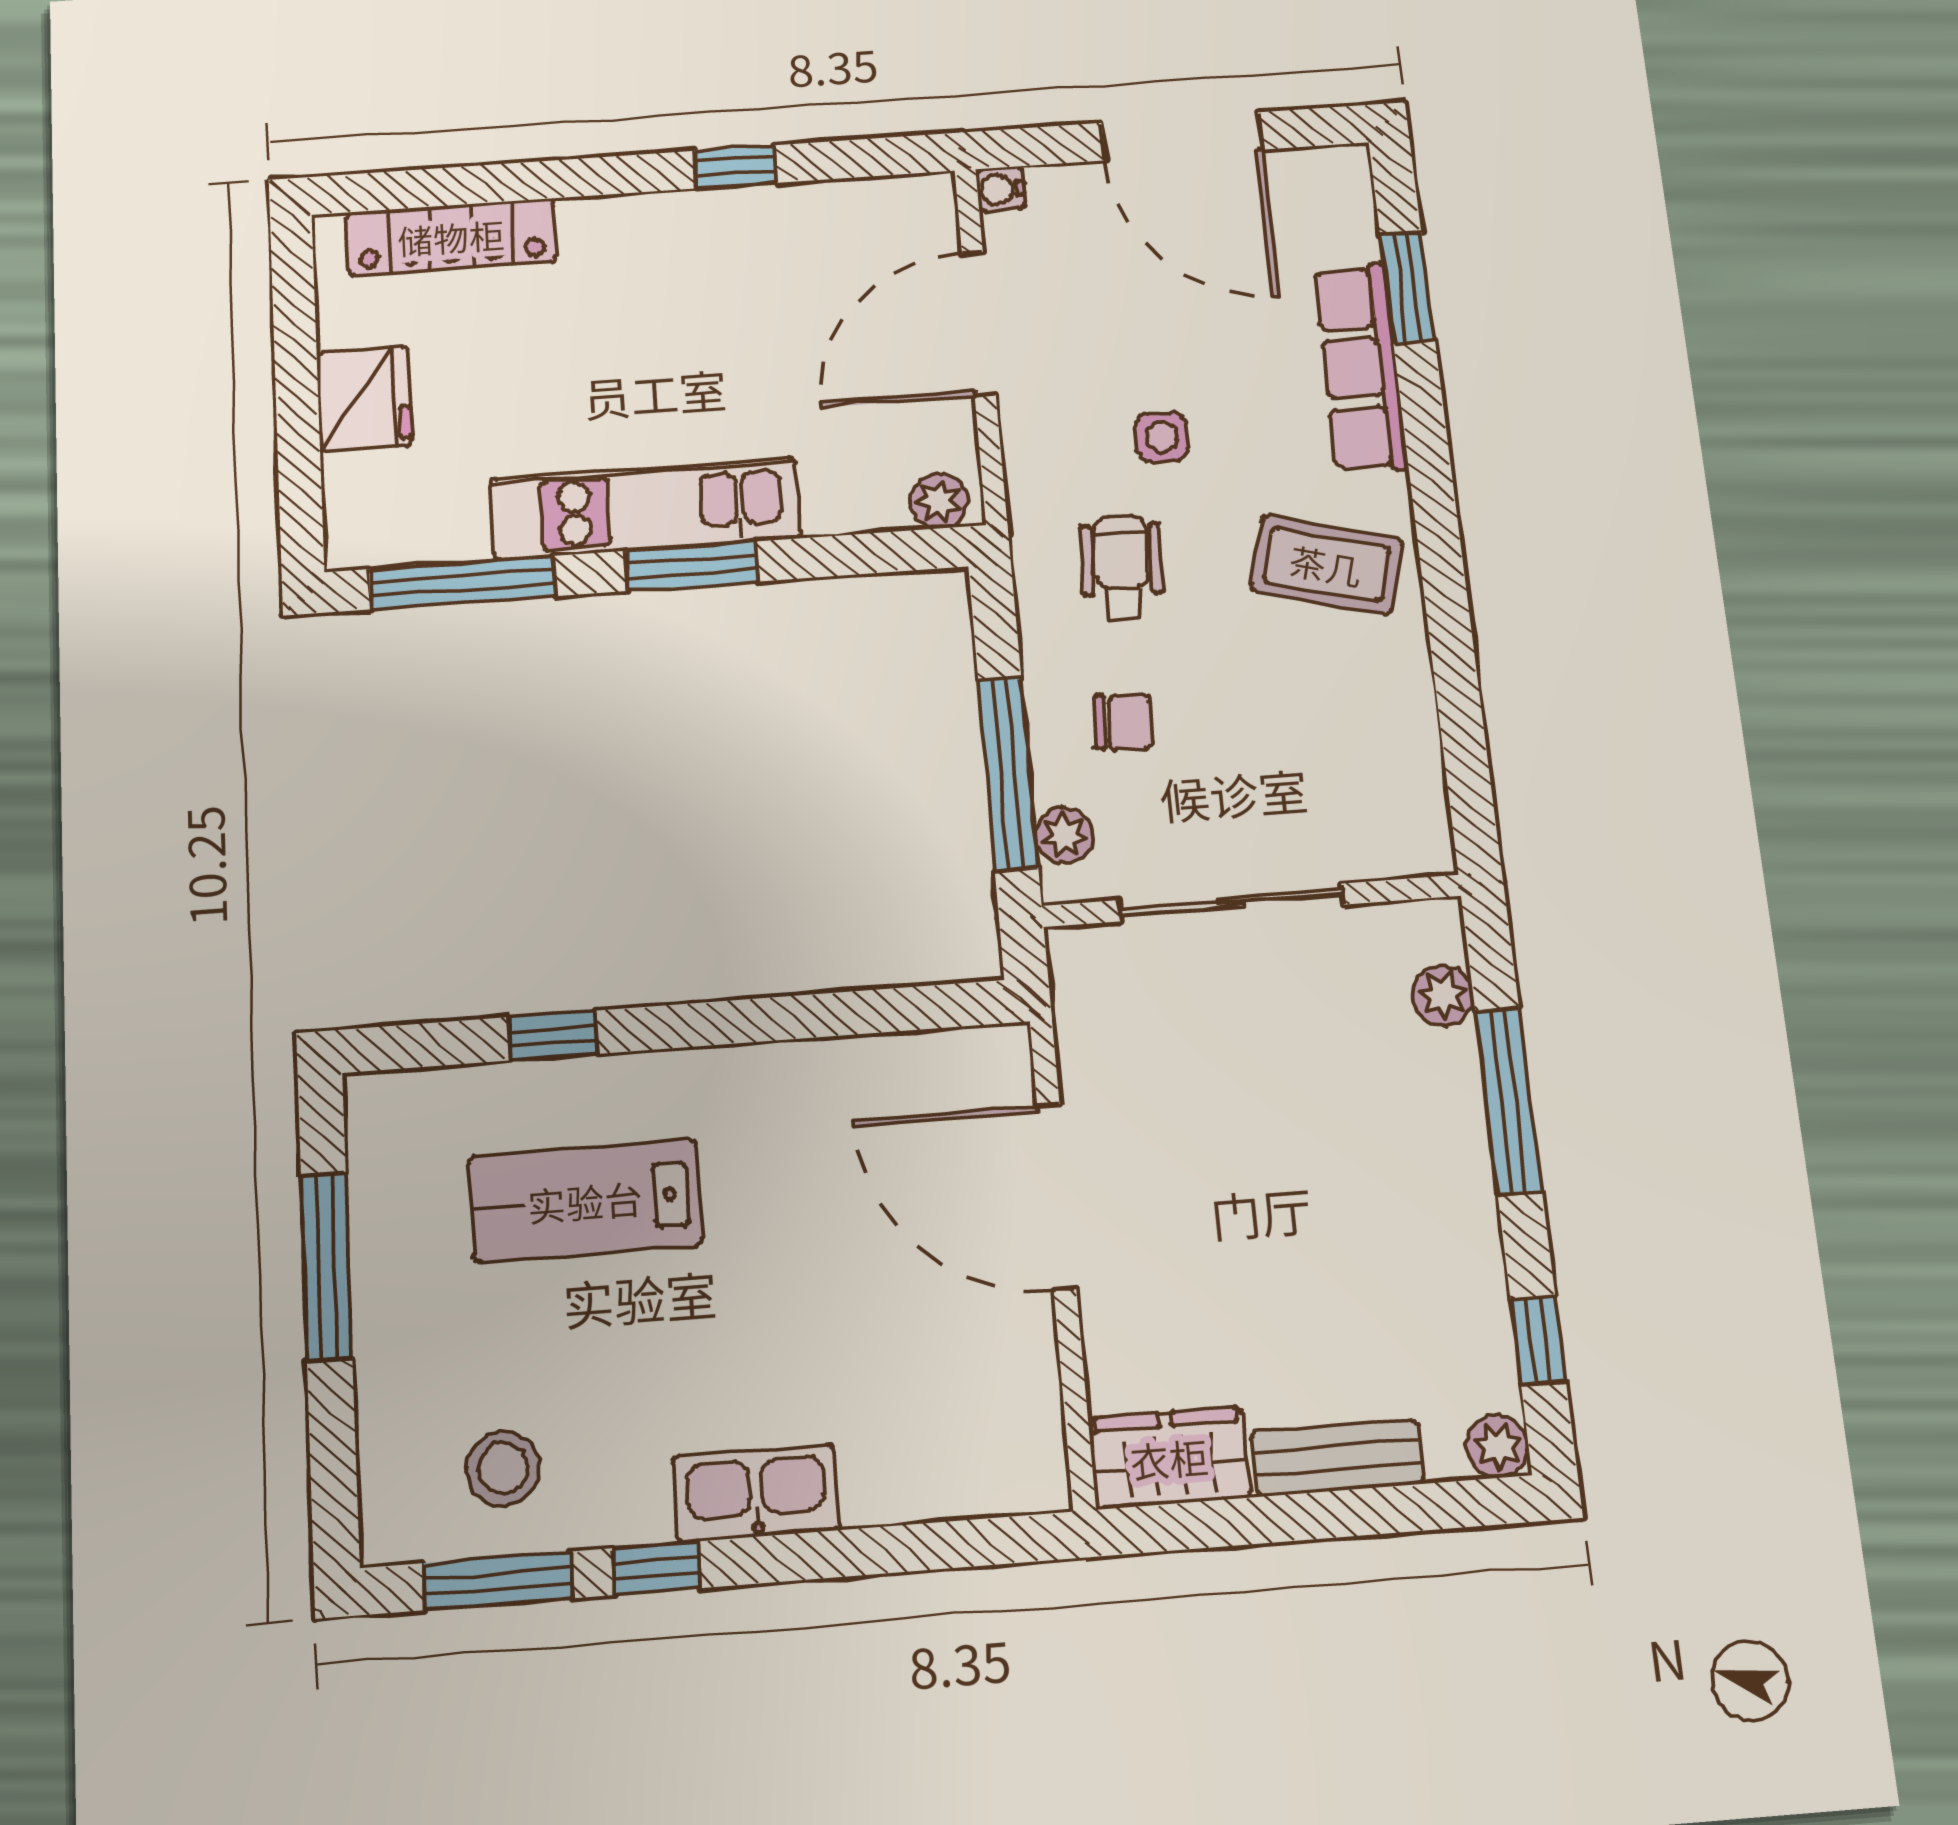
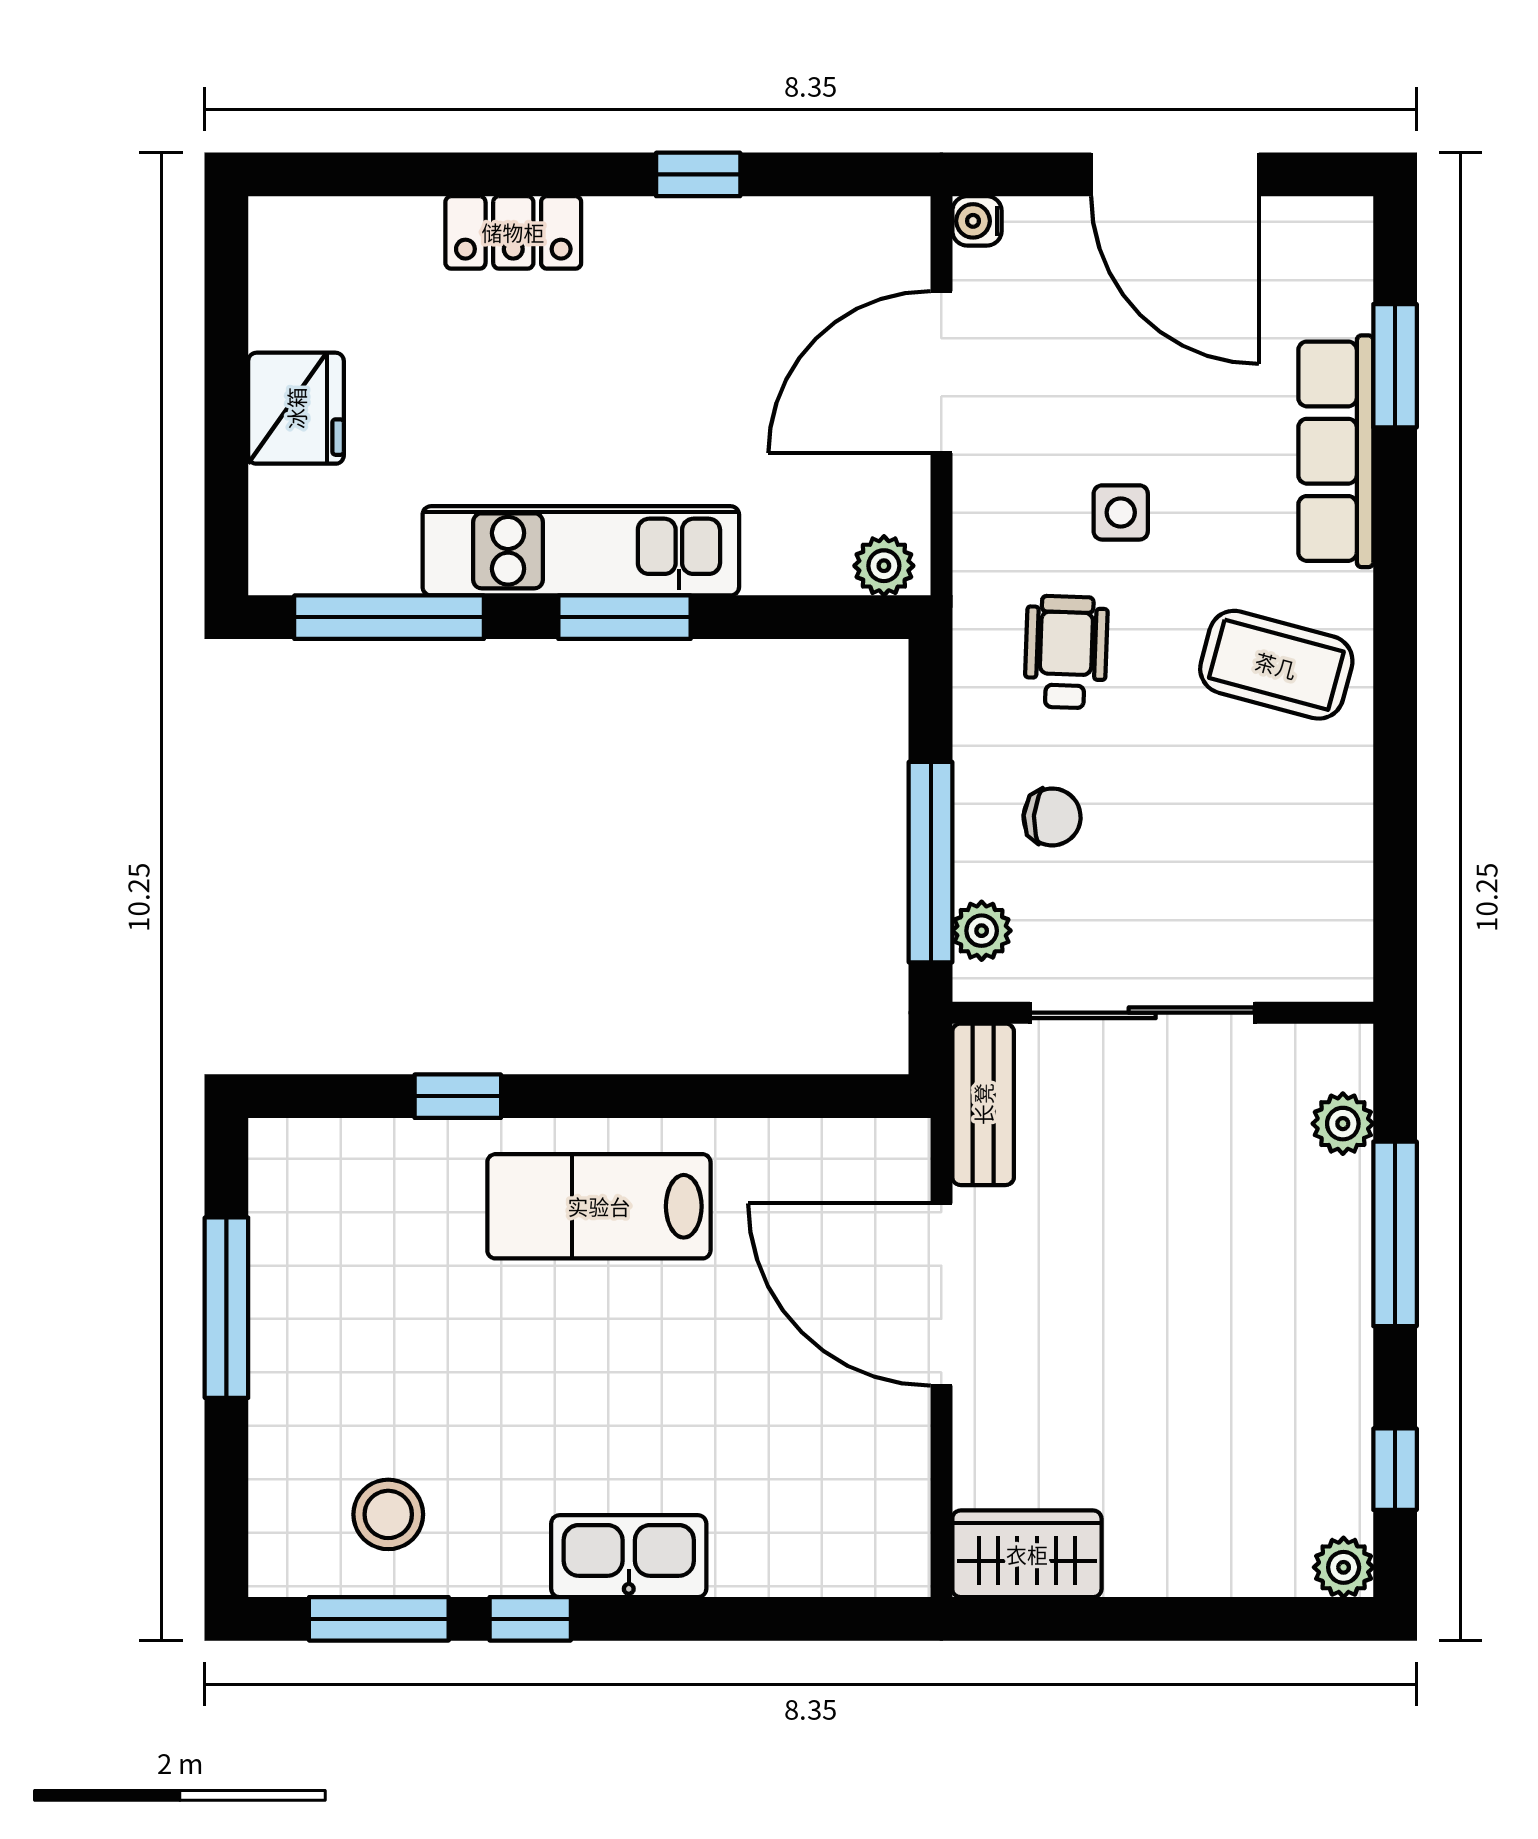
locker: (451, 237) -> (513, 232), moved, width x0.66
lab bench: (585, 1201) -> (599, 1206), moved
bench: (1337, 1458) -> (983, 1104), moved, turned 90

